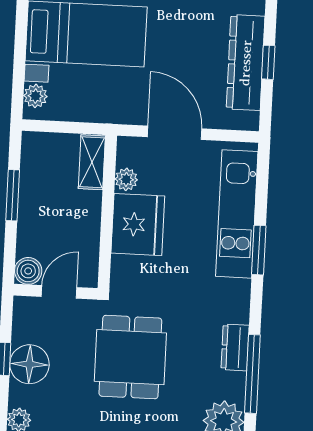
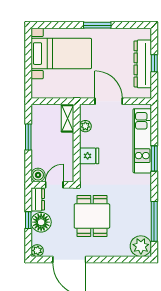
plant: (35, 96) -> (37, 86), removed
fridge: (138, 225) -> (89, 156), width x0.53, depth x0.75
dresser: (235, 347) -> (38, 199), moved, turned 180

